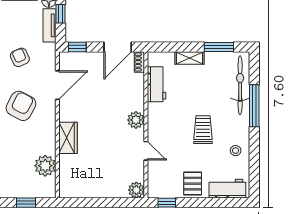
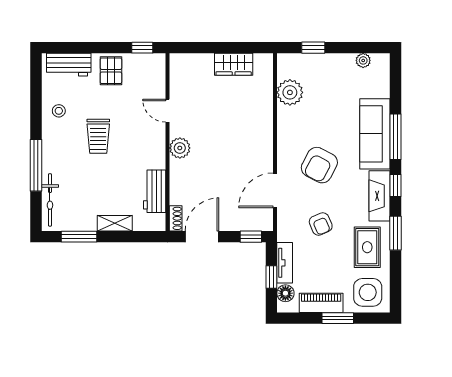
bicycle: (240, 85) -> (50, 200), width x0.73, depth x0.71
wardrobe: (68, 138) -> (234, 64), moved, turned -90
plant: (136, 190) -> (179, 63), removed

